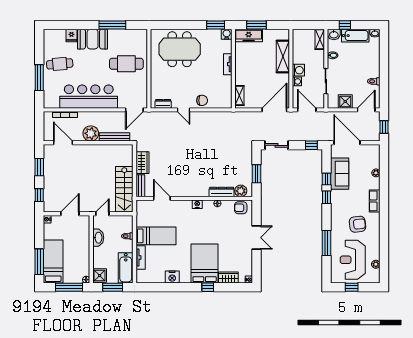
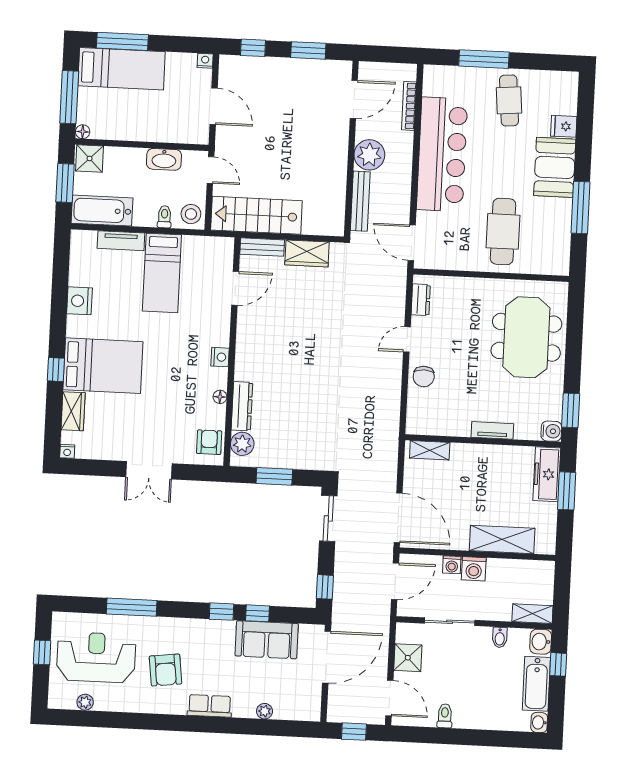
stool: (125, 223) -> (191, 214), added

